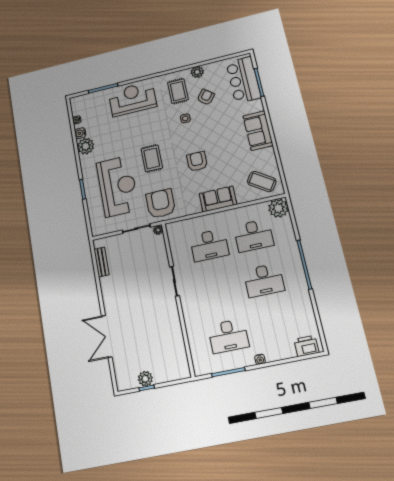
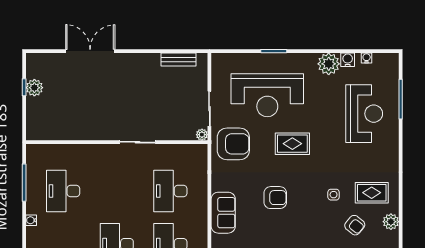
reception desk: (132, 99) -> (364, 114), moved

